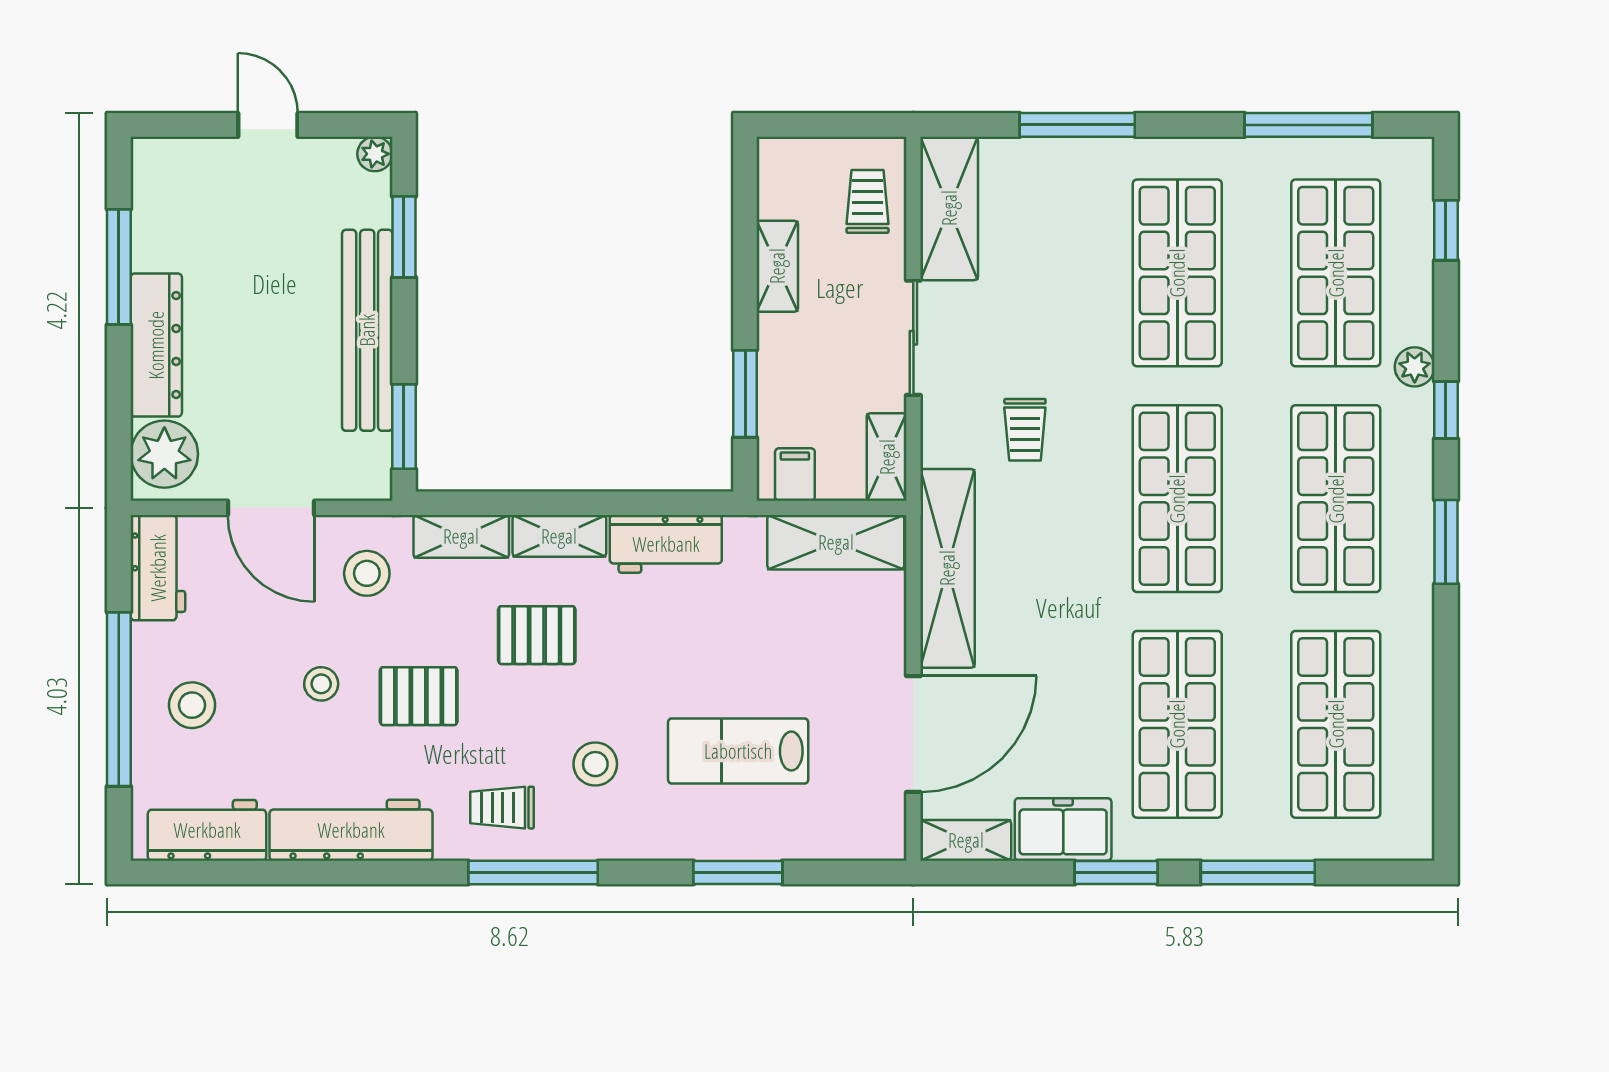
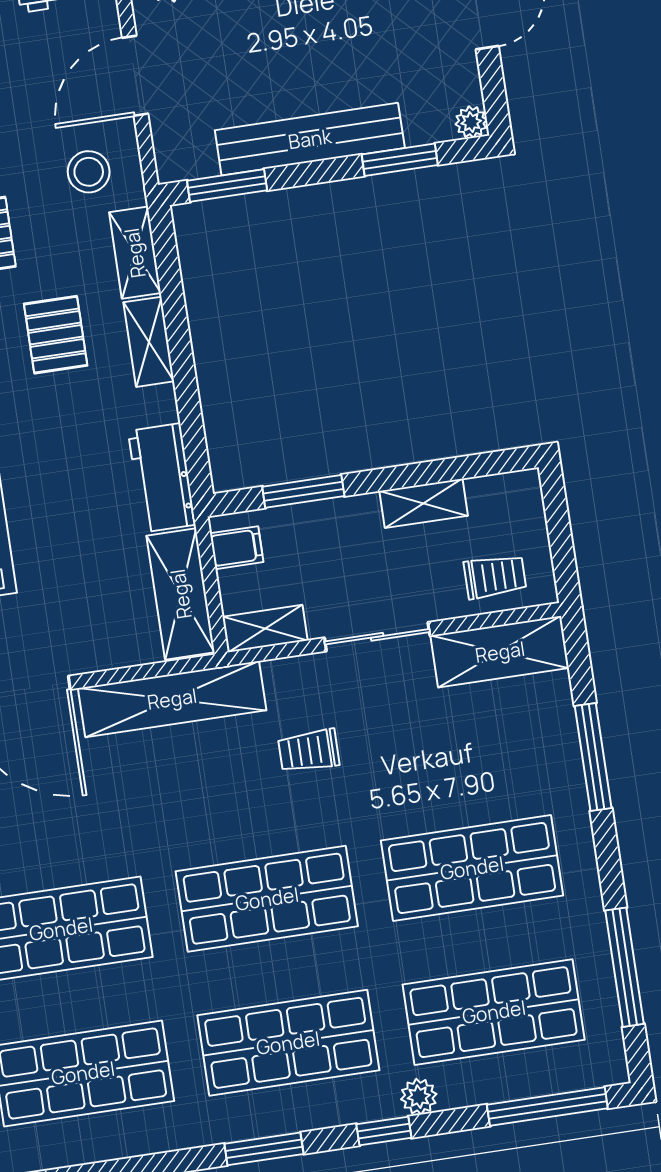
window: (1446, 230) -> (547, 1107), width x2.17
workbench: (666, 544) -> (162, 478), moved

